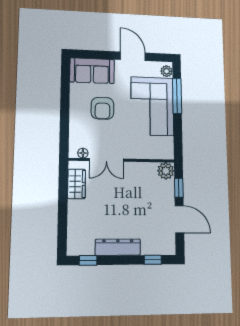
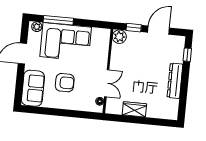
wardrobe: (77, 184) -> (134, 109), moved
window: (88, 260) -> (182, 104), removed

